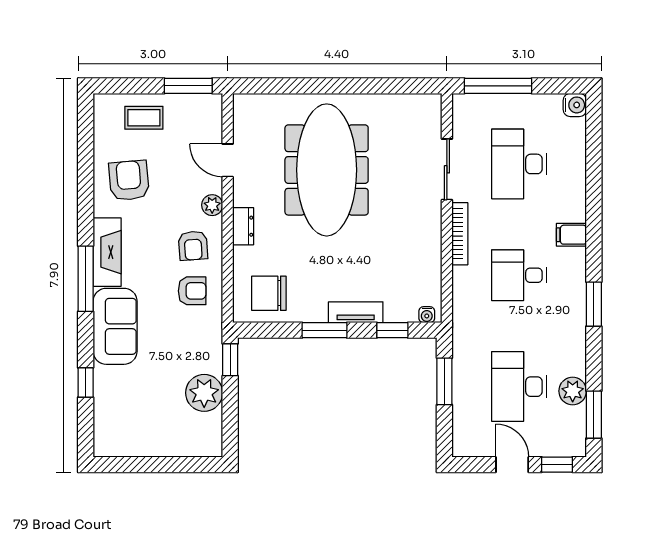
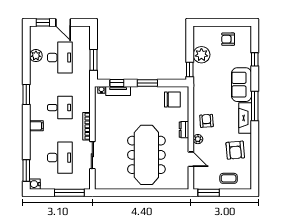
armchair: (192, 291) -> (228, 39), moved
tv unit: (356, 312) -> (118, 91), moved
window: (594, 415) -> (26, 170), moved

